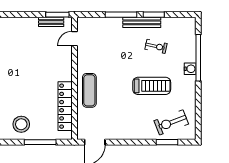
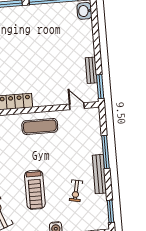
window: (154, 15) -> (110, 211), moved
bench: (51, 22) -> (91, 70), moved
exercise mat: (89, 90) -> (40, 126), moved

